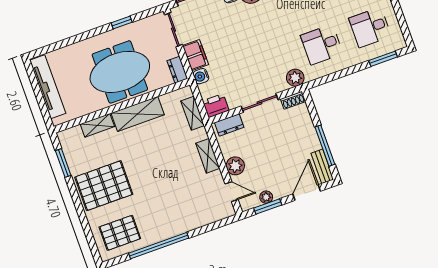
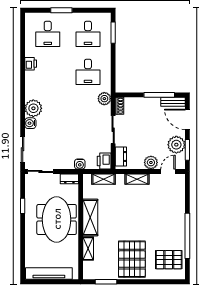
filing cabinet: (196, 55) -> (64, 163), removed
plant: (266, 197) -> (176, 145), width x1.87, depth x1.87
pallet: (120, 233) -> (169, 260), turned 90

